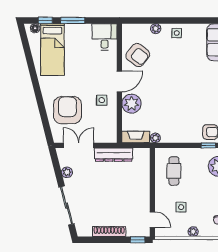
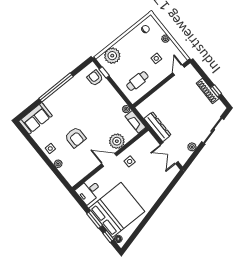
bed: (52, 50) -> (117, 210), width x2.04
armchair: (138, 55) -> (75, 137), moved, turned 142
armchair: (67, 110) -> (153, 178), removed
window: (138, 240) -> (216, 91), moved

